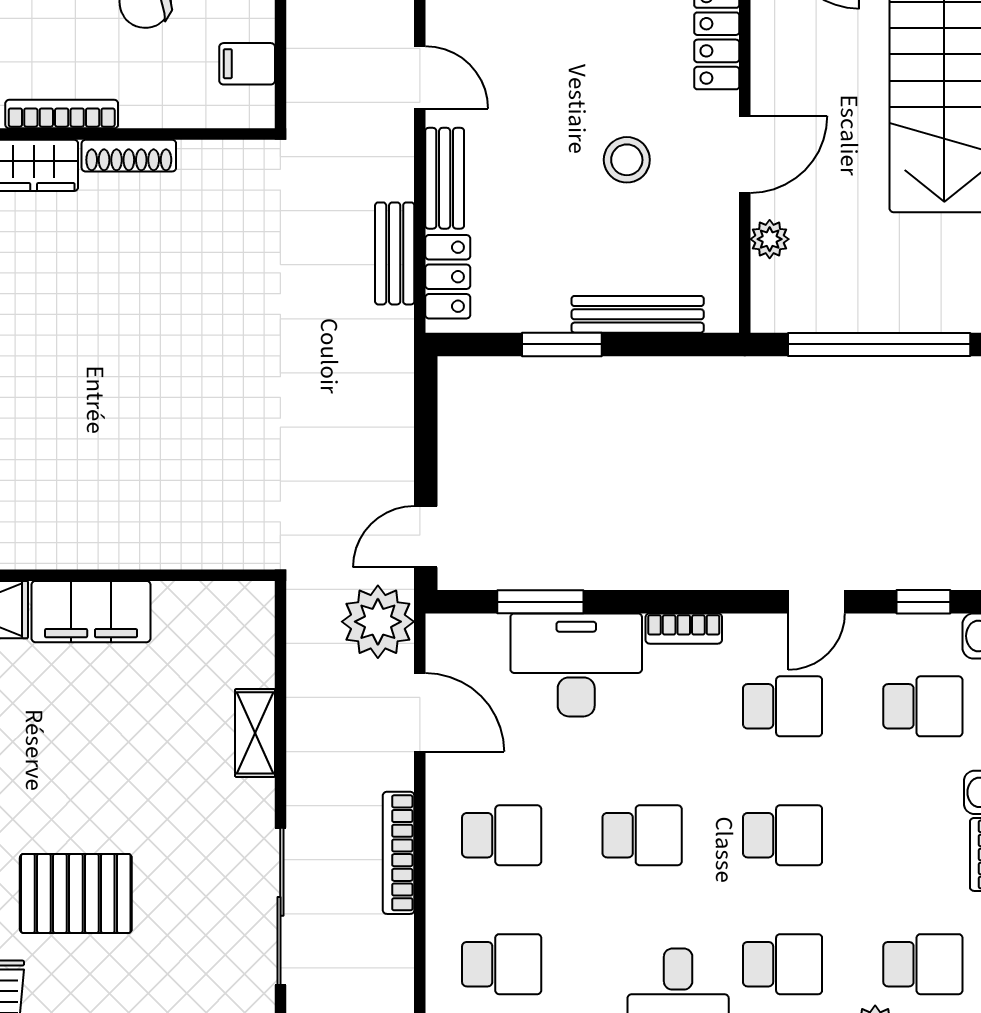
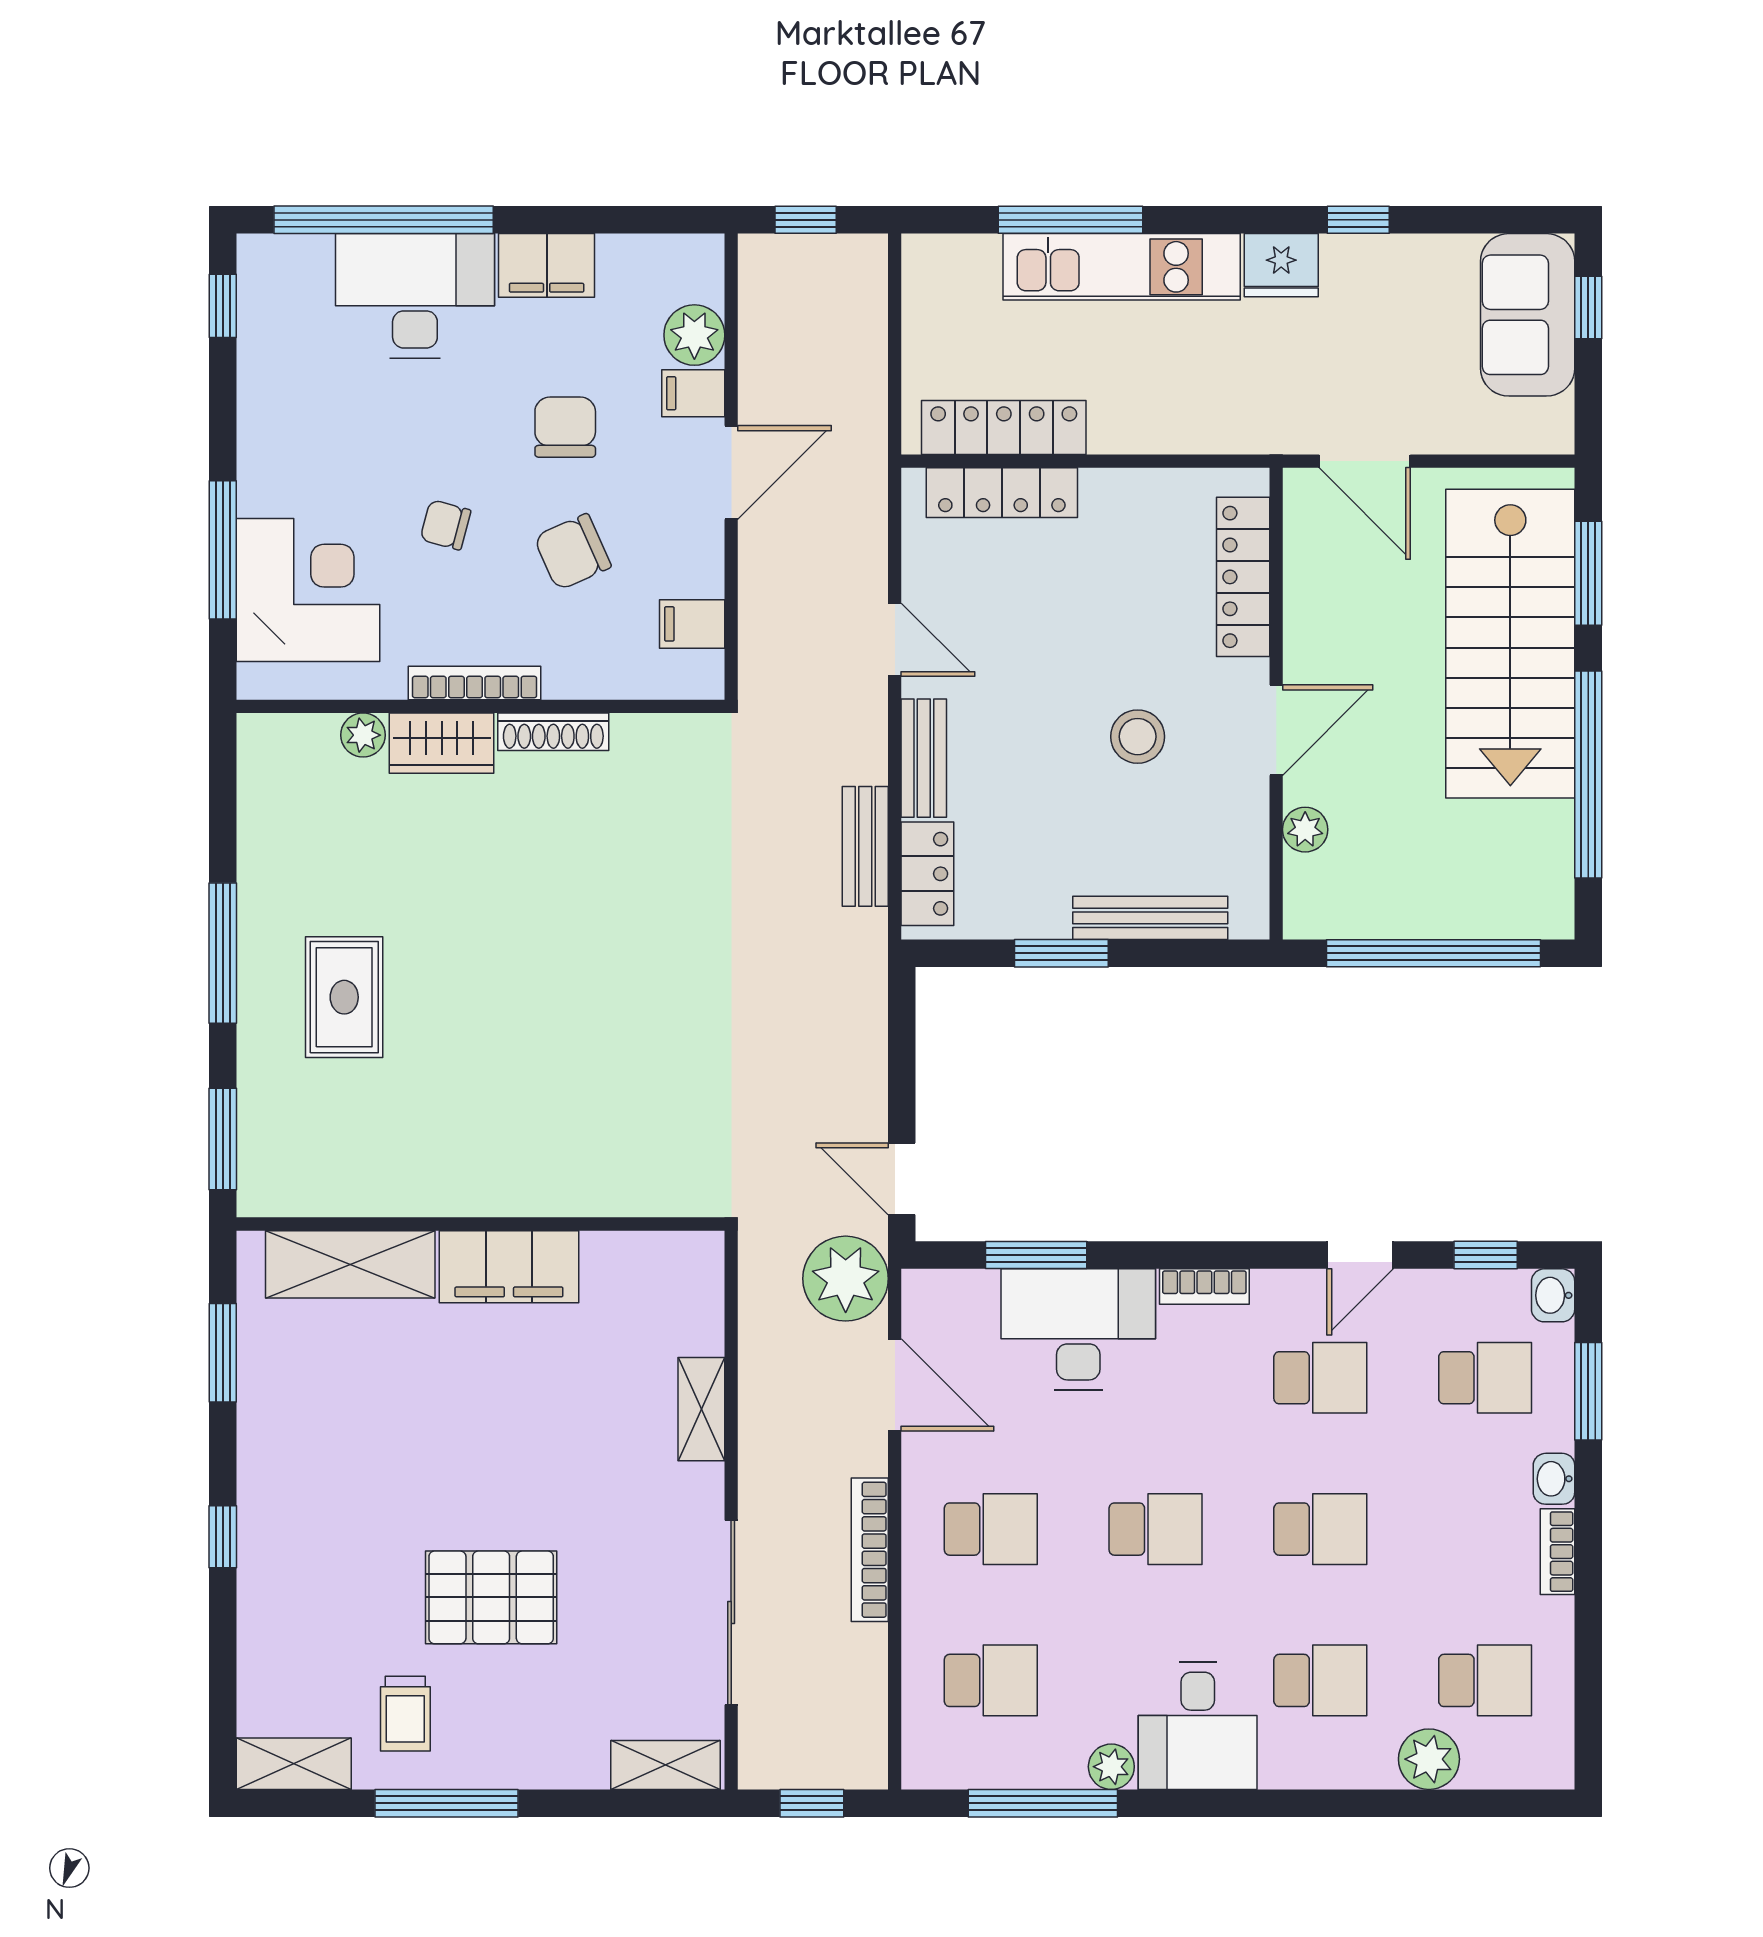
door: (426, 537) -> (902, 1179), hinge flipped

